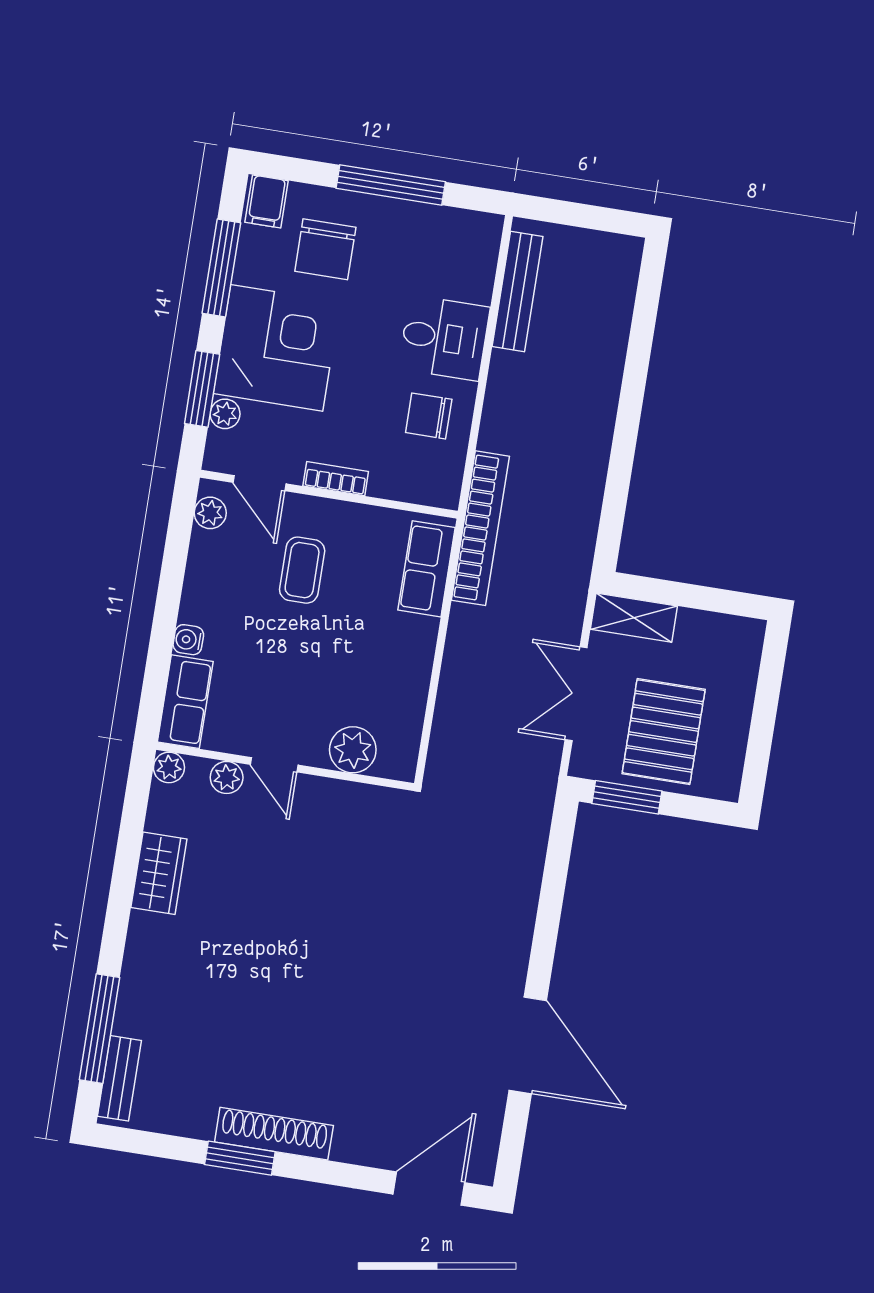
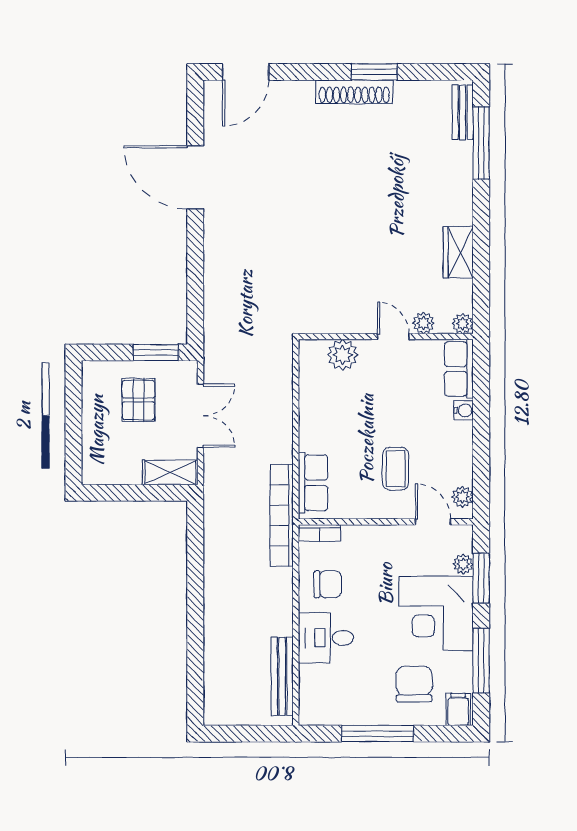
bookcase: (336, 479) -> (319, 533), moved
pallet: (664, 732) -> (138, 400), width x0.67, depth x0.71

